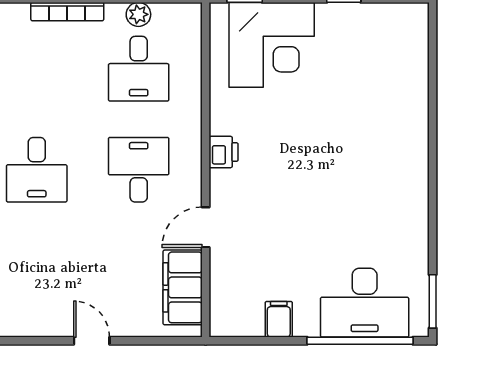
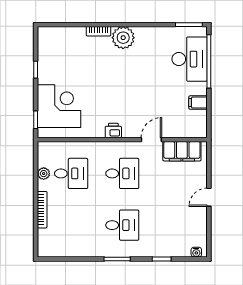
bookcase: (419, 123) -> (98, 31), added
desk: (139, 170) -> (122, 173), turned 180
plant: (407, 172) -> (123, 38), added
door: (206, 227) -> (151, 140), swing flipped

